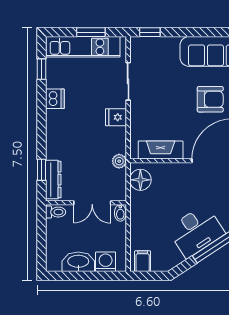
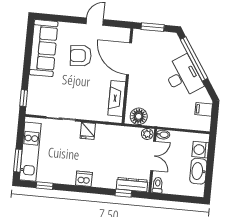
window: (91, 32) -> (18, 161), moved
dishwasher: (55, 99) -> (84, 179), moved
armchair: (210, 99) -> (81, 56), turned -94
plant: (119, 161) -> (147, 134), moved
filing cabinet: (143, 261) -> (204, 109), moved

